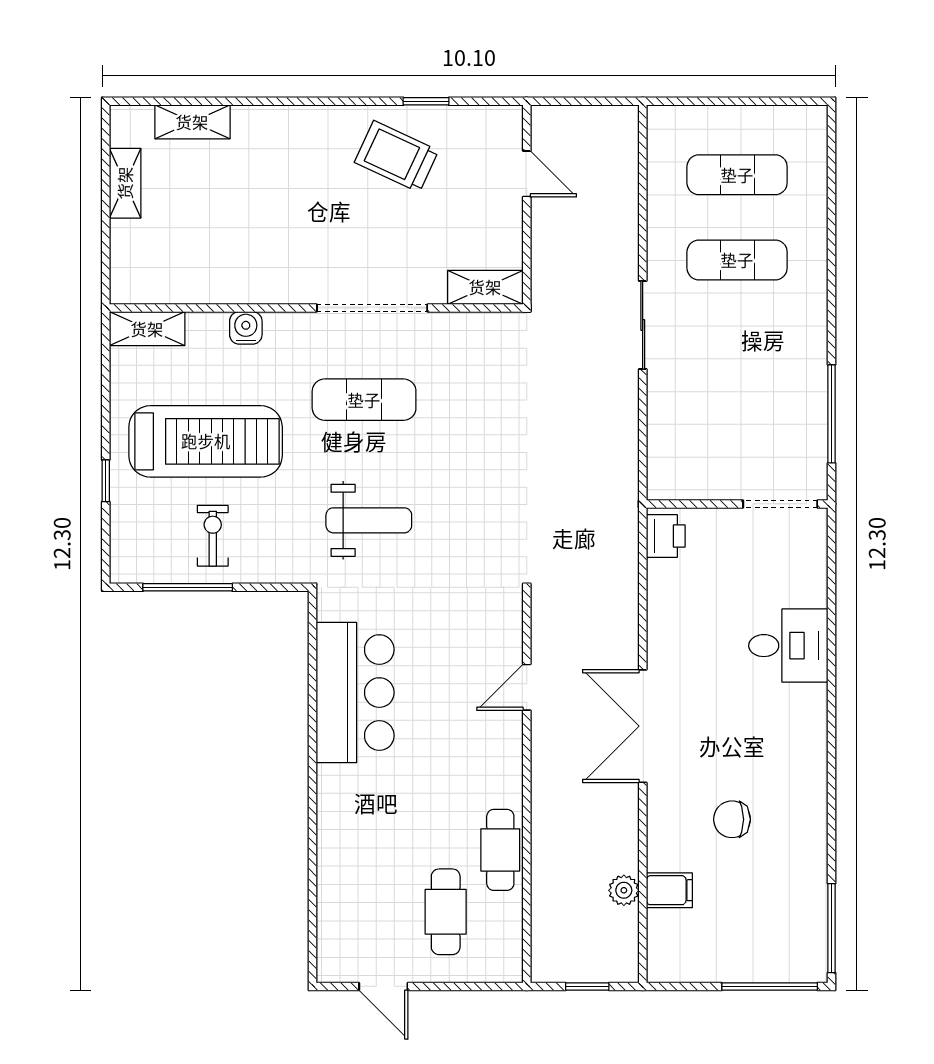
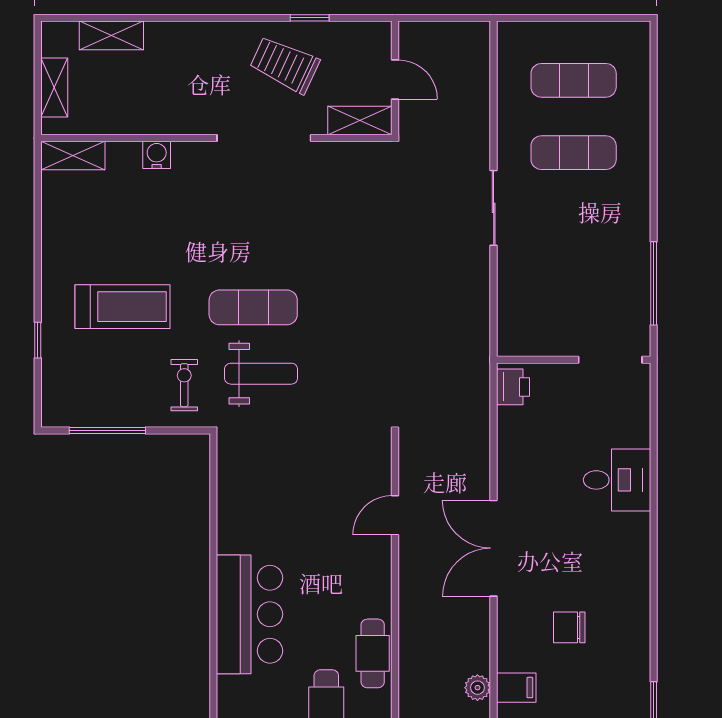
shelving: (485, 287) -> (360, 121), moved
wall: (316, 308) -> (216, 138), moved
doorway: (372, 308) -> (264, 138), moved
water cooler: (246, 328) -> (157, 155), moved
shelving: (147, 329) -> (73, 156), moved
exercise mat: (364, 400) -> (253, 307), moved
treadmill: (206, 441) -> (122, 307), width x0.73, depth x0.73
exercise bike: (213, 536) -> (184, 385), moved
bar counter: (355, 693) -> (249, 614), moved

